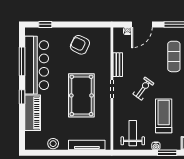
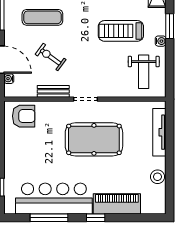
armchair: (80, 45) -> (24, 116), moved, turned -116
exercise bike: (143, 89) -> (51, 57), moved
weight bench: (133, 133) -> (144, 72), turned -90

